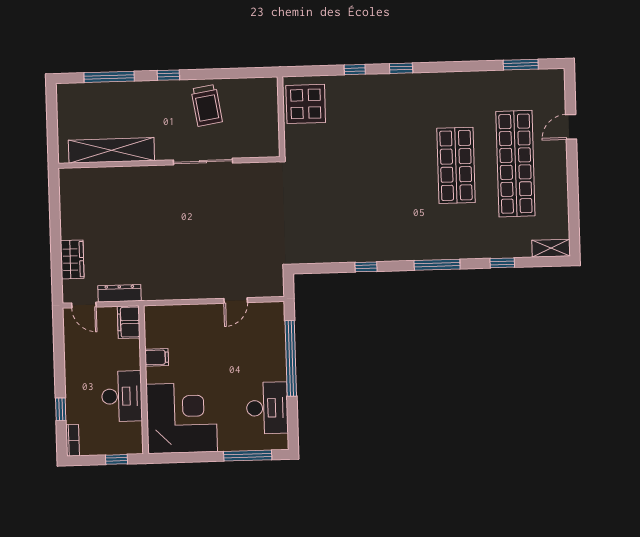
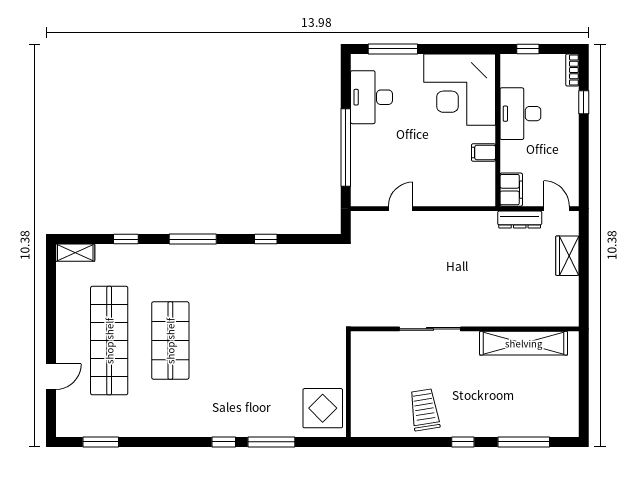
window: (355, 70) -> (271, 442), width x2.17
shelving: (111, 150) -> (524, 343), moved
sliding door: (203, 162) -> (430, 329), moved
wall: (169, 163) -> (465, 329), moved

